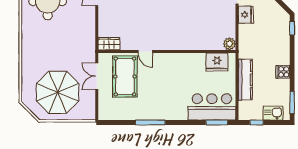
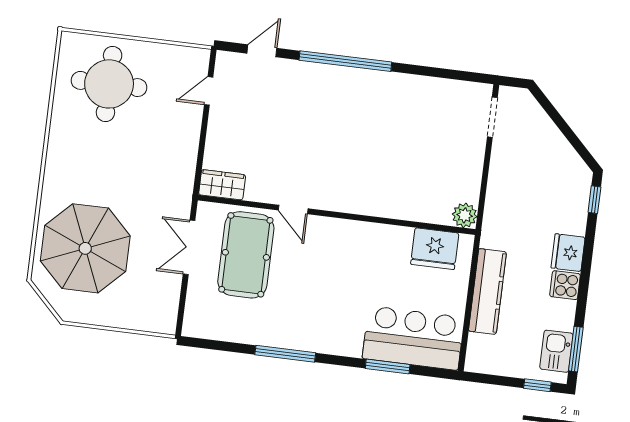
fridge: (246, 15) -> (568, 253), moved, turned 180
parasol: (58, 92) -> (85, 248), moved
kitchen sink: (273, 113) -> (556, 351), moved, turned -90
window: (217, 122) -> (388, 367), moved
window: (257, 122) -> (537, 385), moved

